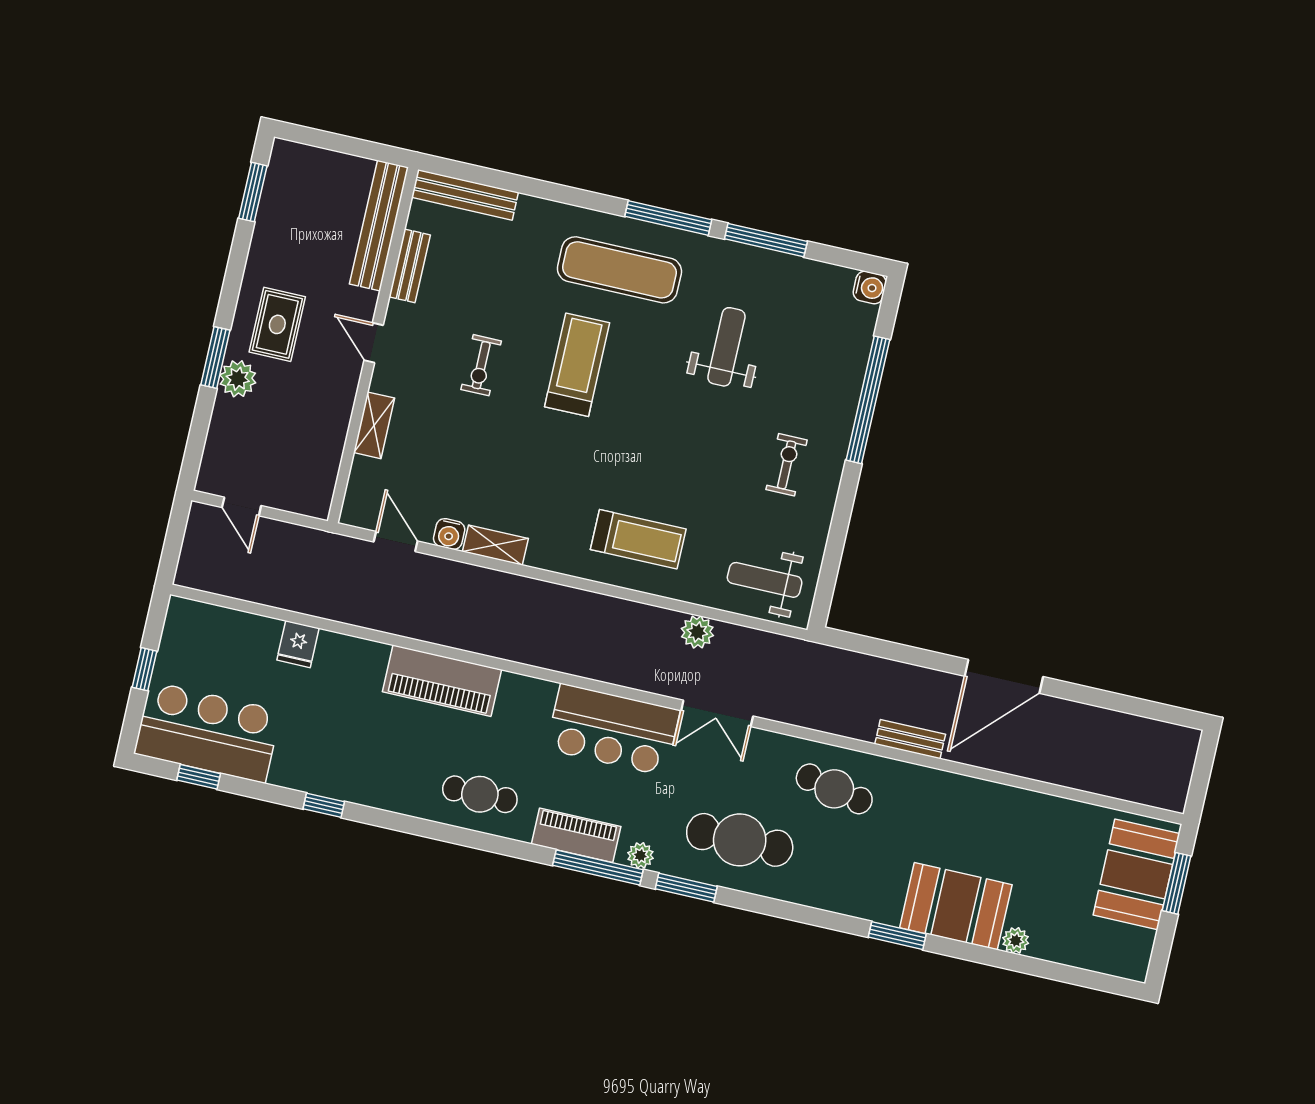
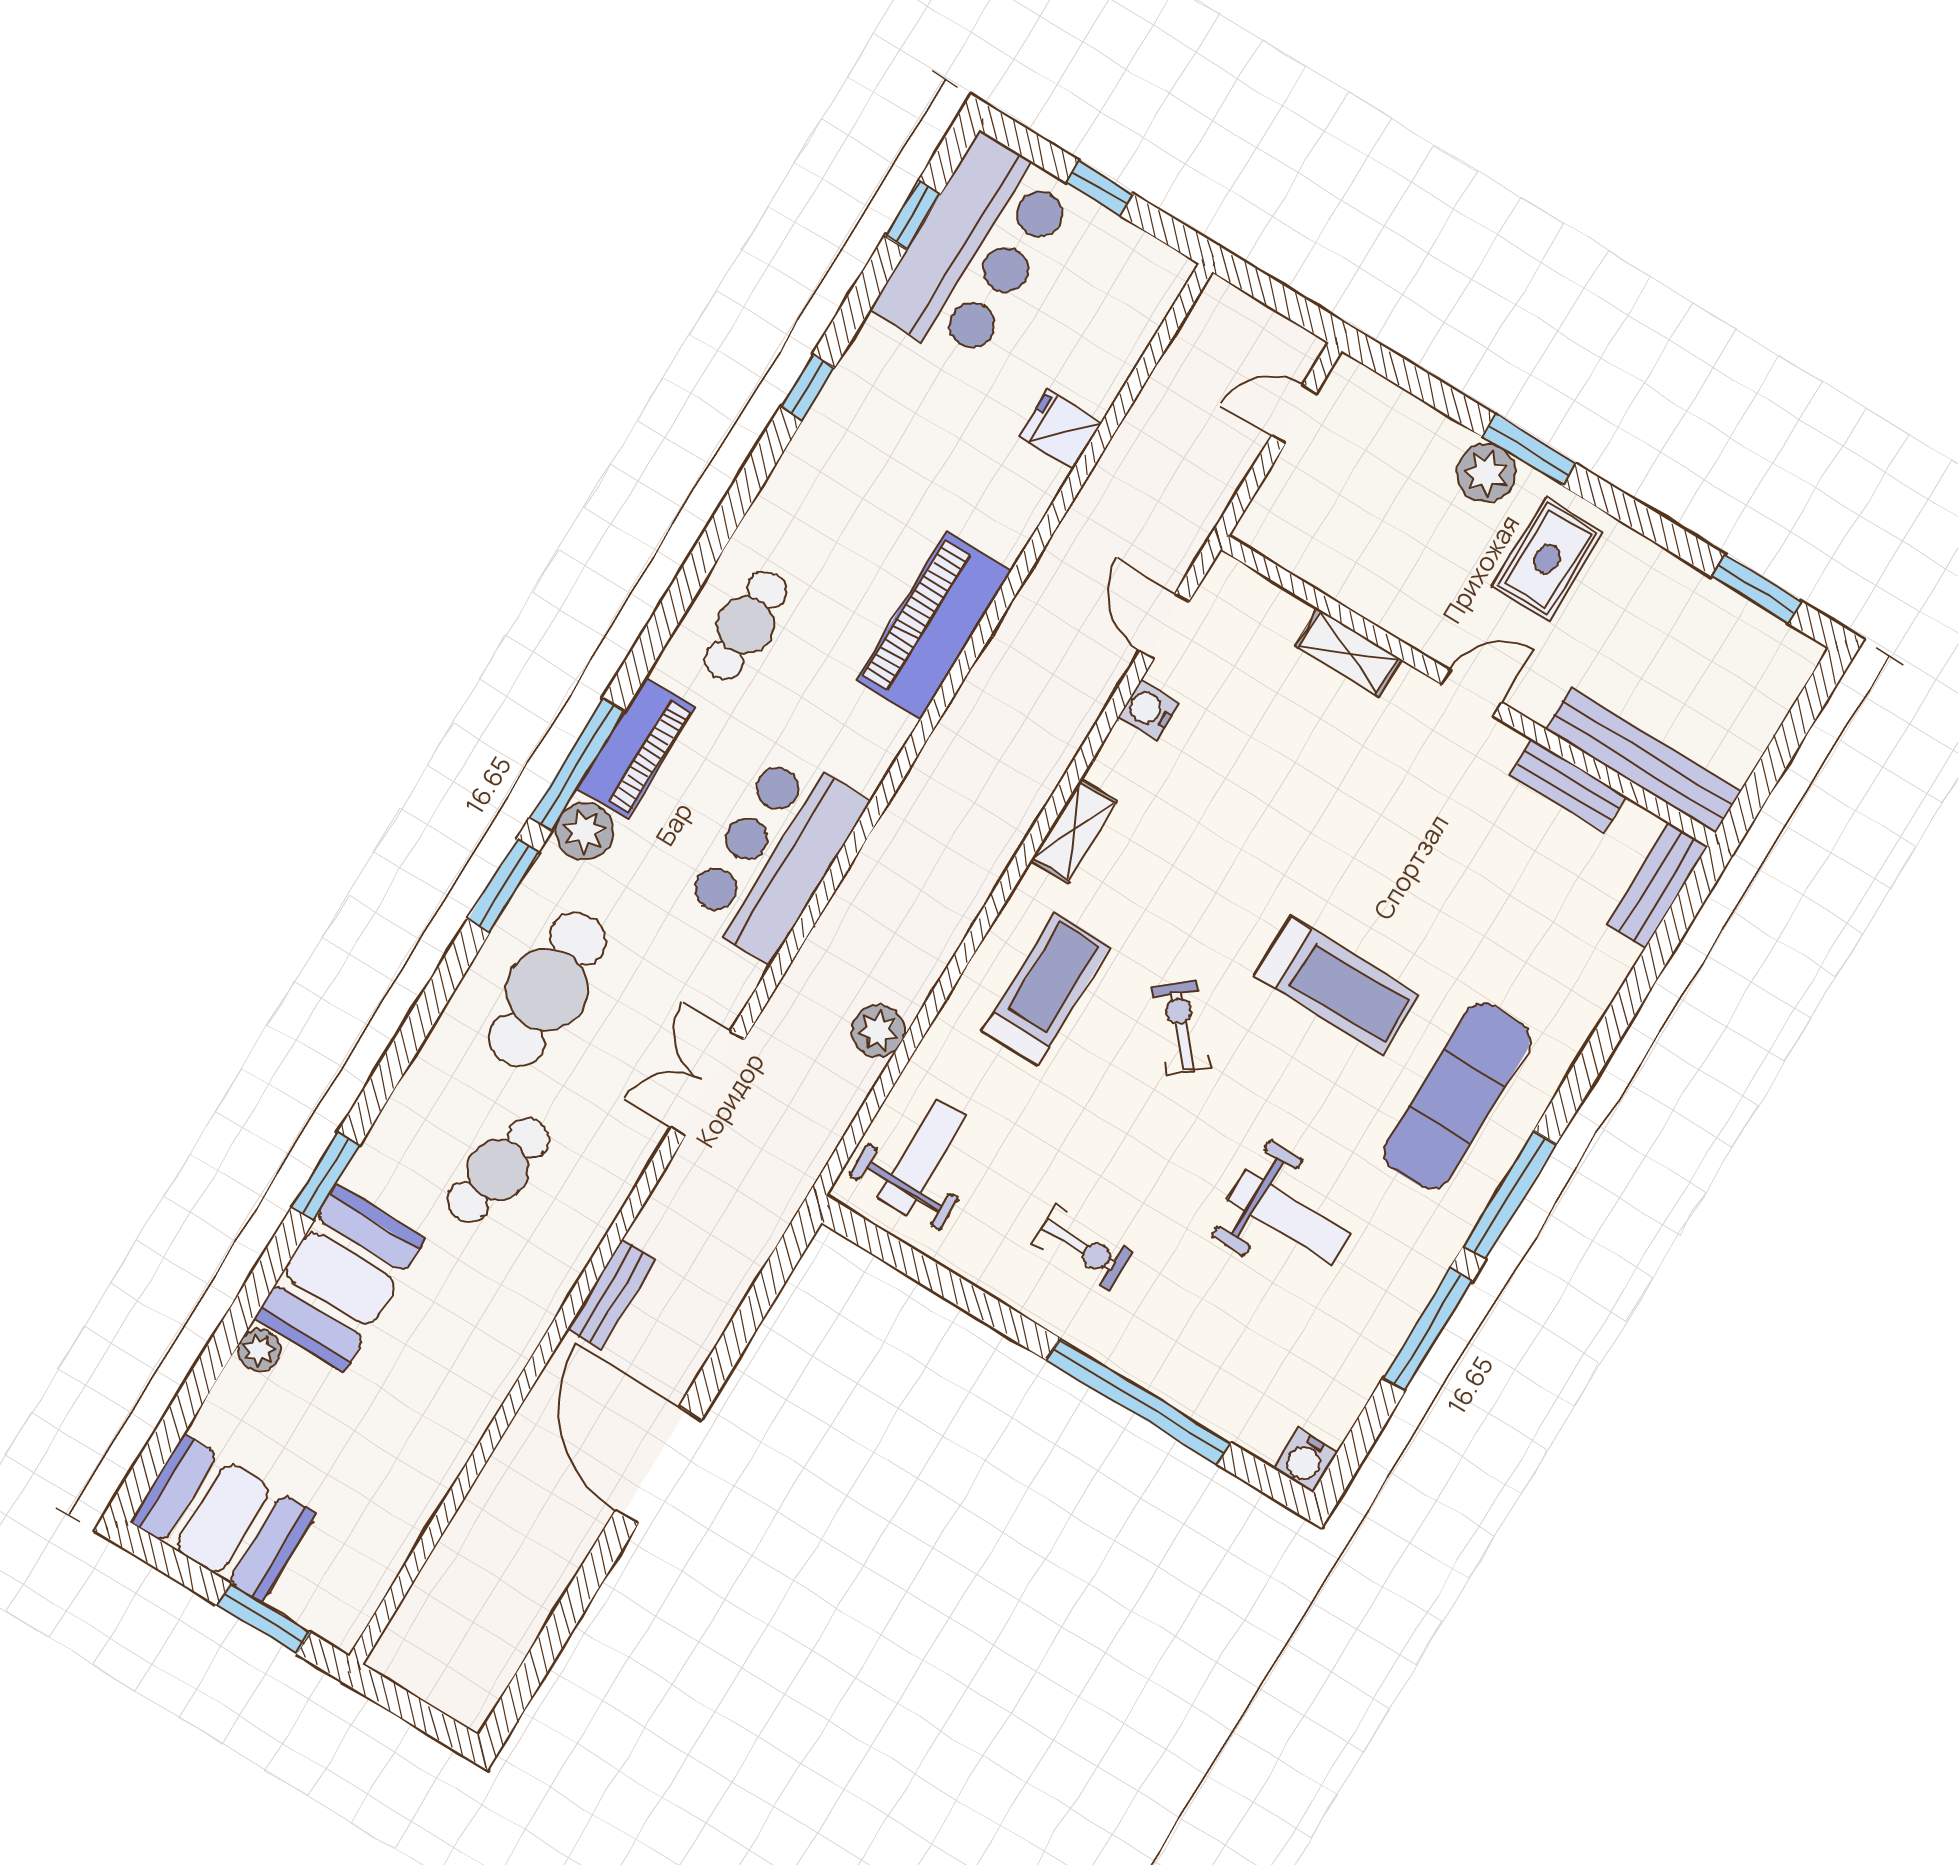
bench: (465, 195) -> (1657, 885), width x0.73
rug: (277, 324) -> (1547, 559), turned 90
exercise bike: (481, 365) -> (1181, 1027), moved, turned 49
treadmill: (638, 539) -> (1046, 989), turned 180
door: (396, 541) -> (1164, 626), swing flipped
shelving: (495, 545) -> (1074, 831), moved
double door: (717, 713) -> (708, 1084), moved
cafe table: (834, 789) -> (498, 1170), moved
plant: (640, 855) -> (585, 831), width x1.38, depth x1.38
booth: (1136, 874) -> (223, 1518), moved

